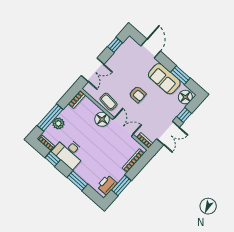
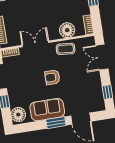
window: (180, 75) -> (56, 123), moved
floor lamp: (102, 119) -> (67, 30), moved
double door: (123, 127) -> (35, 44), swing flipped

